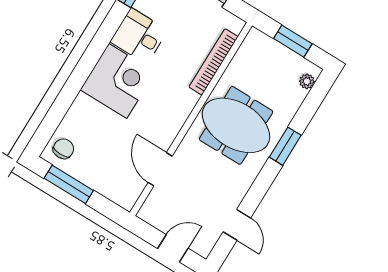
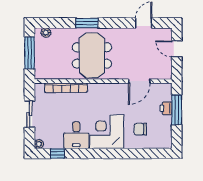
window: (293, 41) -> (29, 53), width x1.44
chair: (63, 149) -> (140, 129), moved
printer: (100, 183) -> (166, 108), added
window: (69, 184) -> (177, 110), moved

